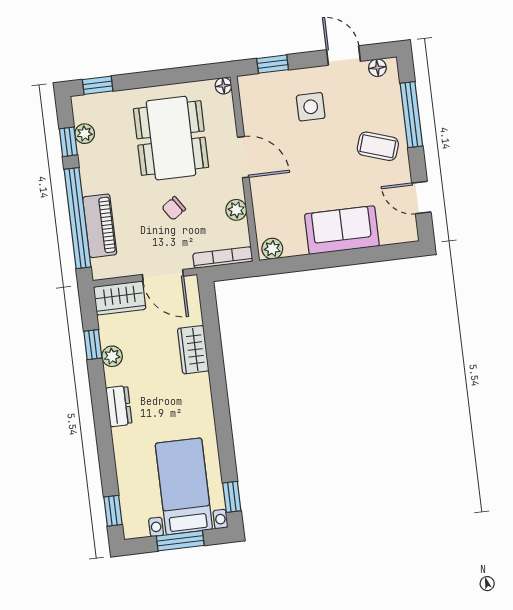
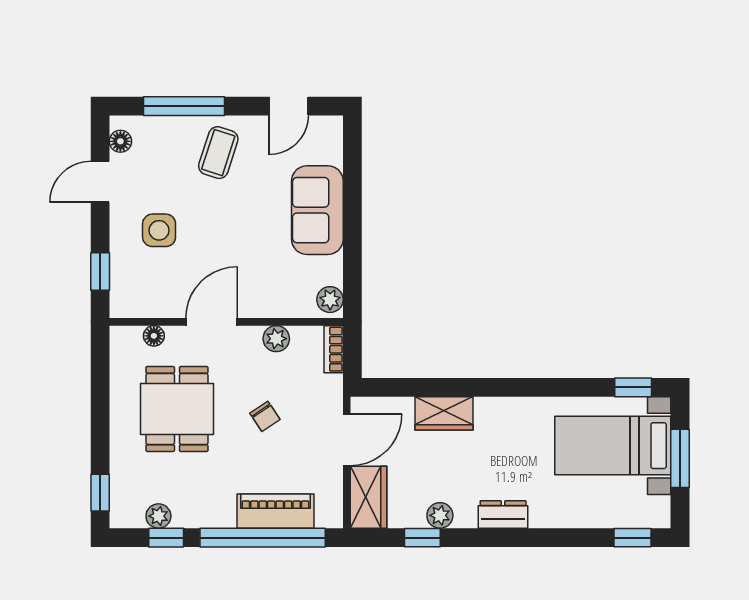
floor lamp: (223, 86) -> (154, 336), moved
dining table: (171, 138) -> (177, 409), width x0.73
bookcase: (223, 258) -> (334, 349), width x0.64

